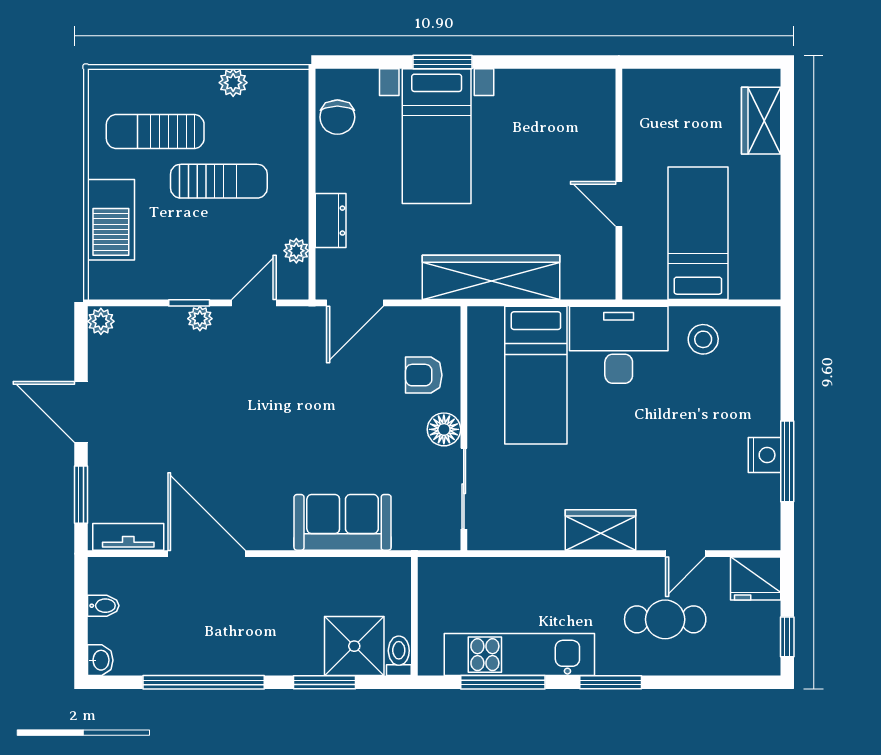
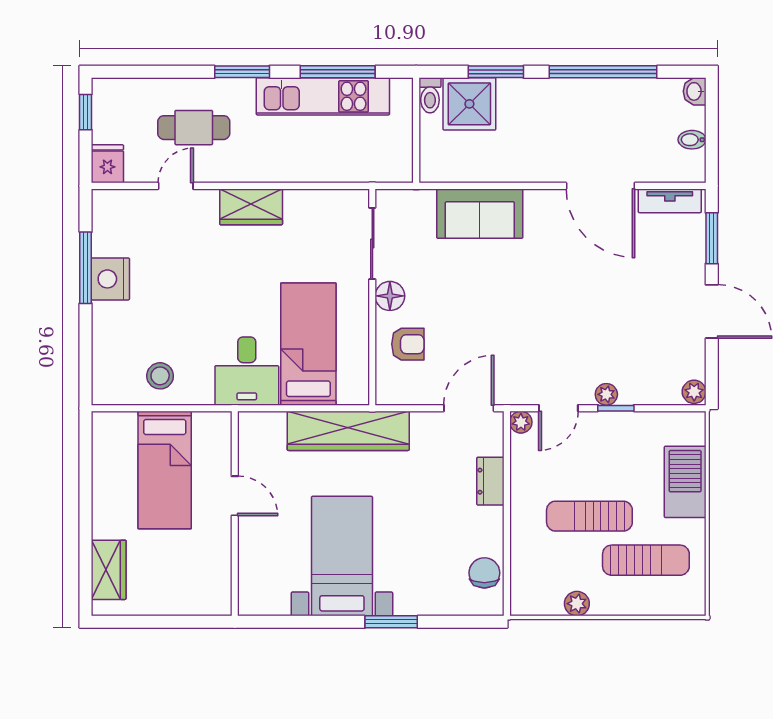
bed with nightstands: (437, 136) -> (342, 556), moved
plant: (296, 251) -> (521, 422), moved
desk: (619, 345) -> (247, 371), width x0.73
nightstand: (764, 455) -> (110, 279), width x1.36, depth x1.33
fridge: (756, 579) -> (107, 164), width x0.72

